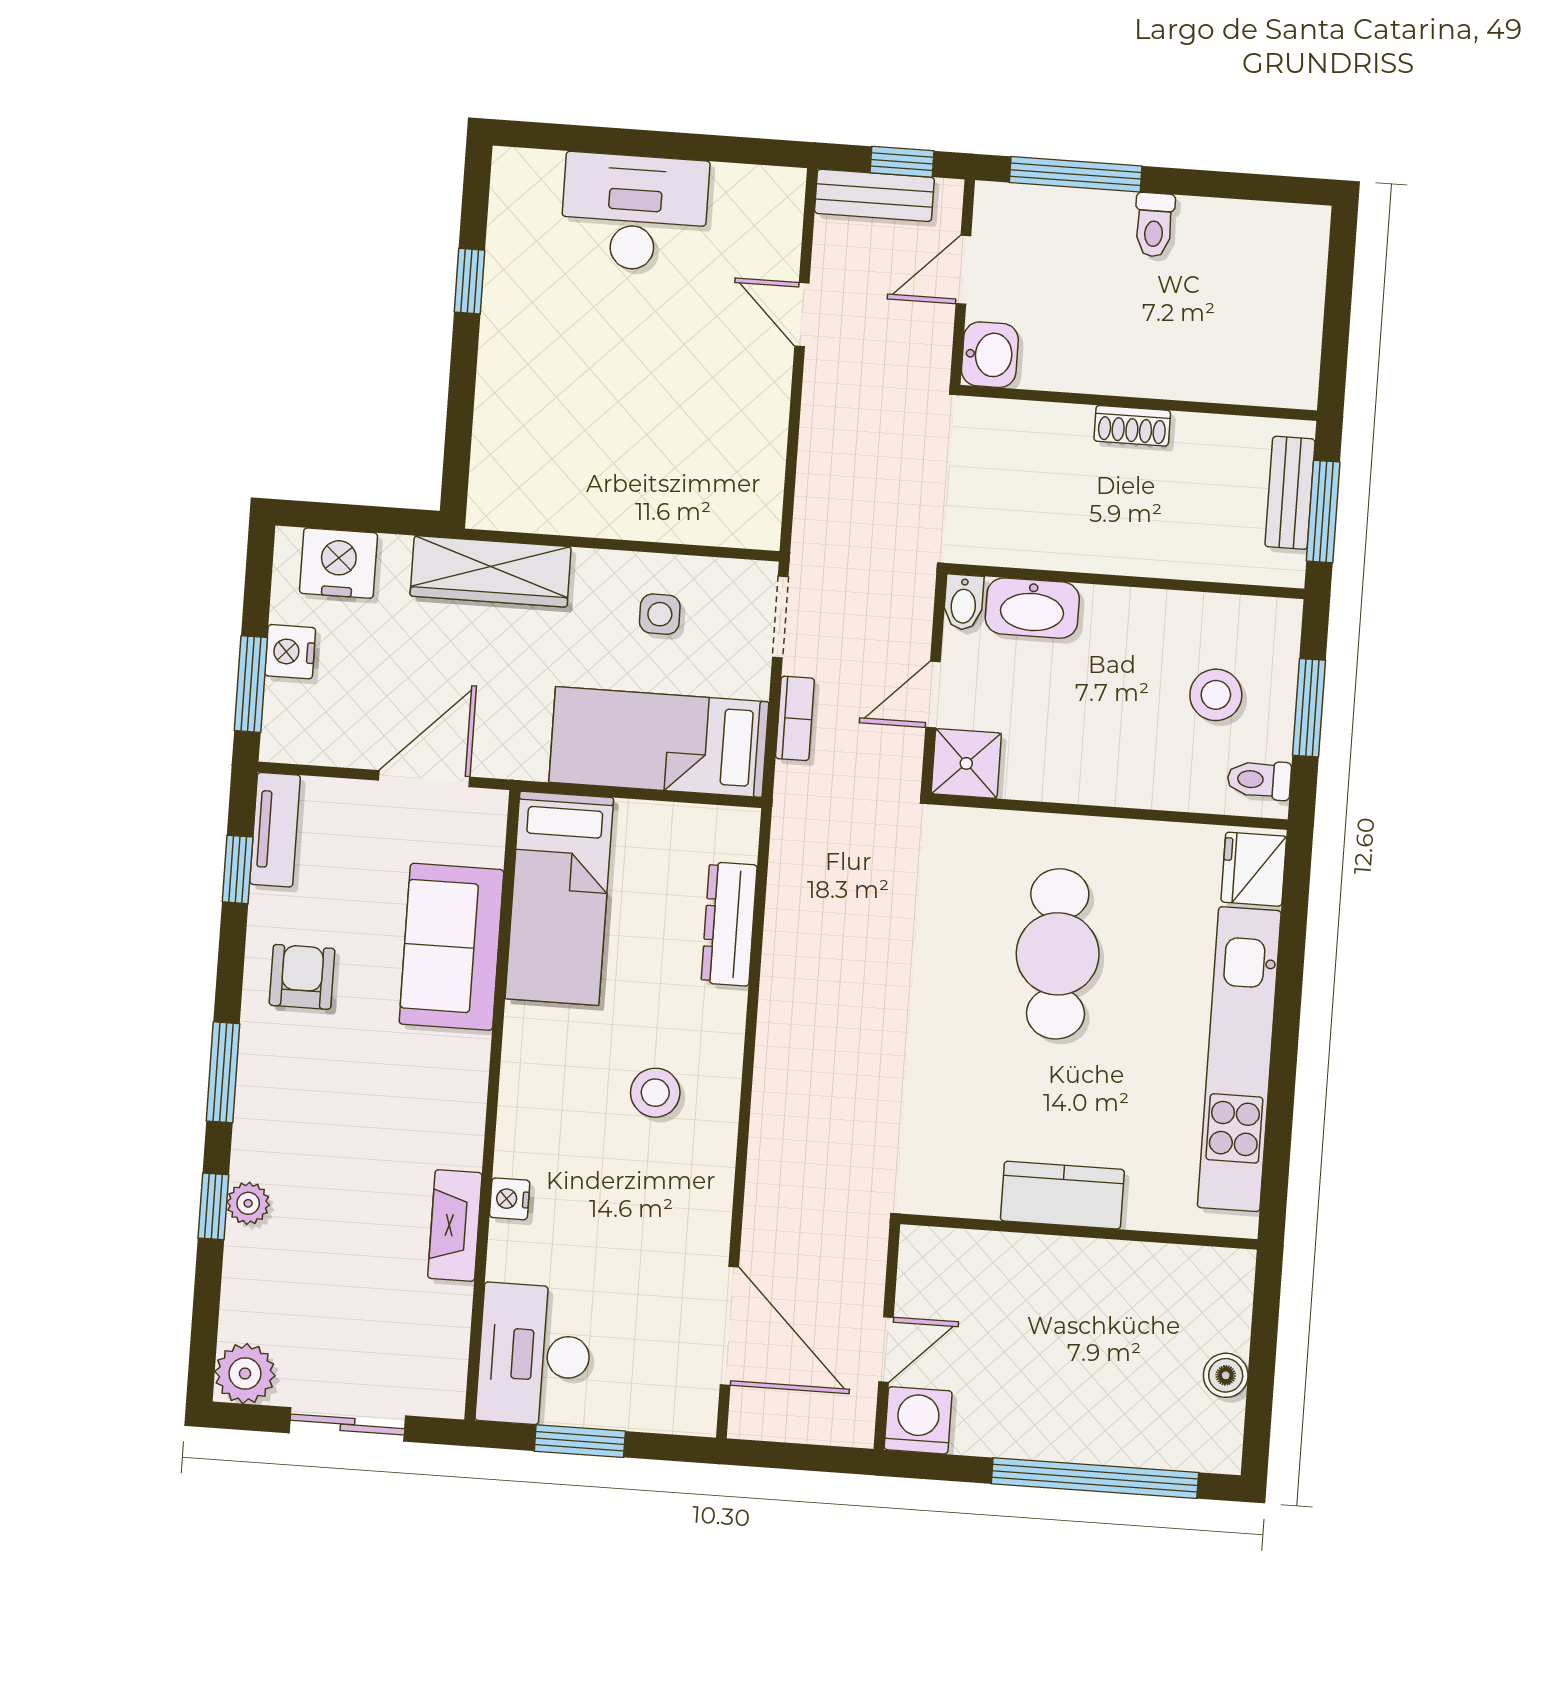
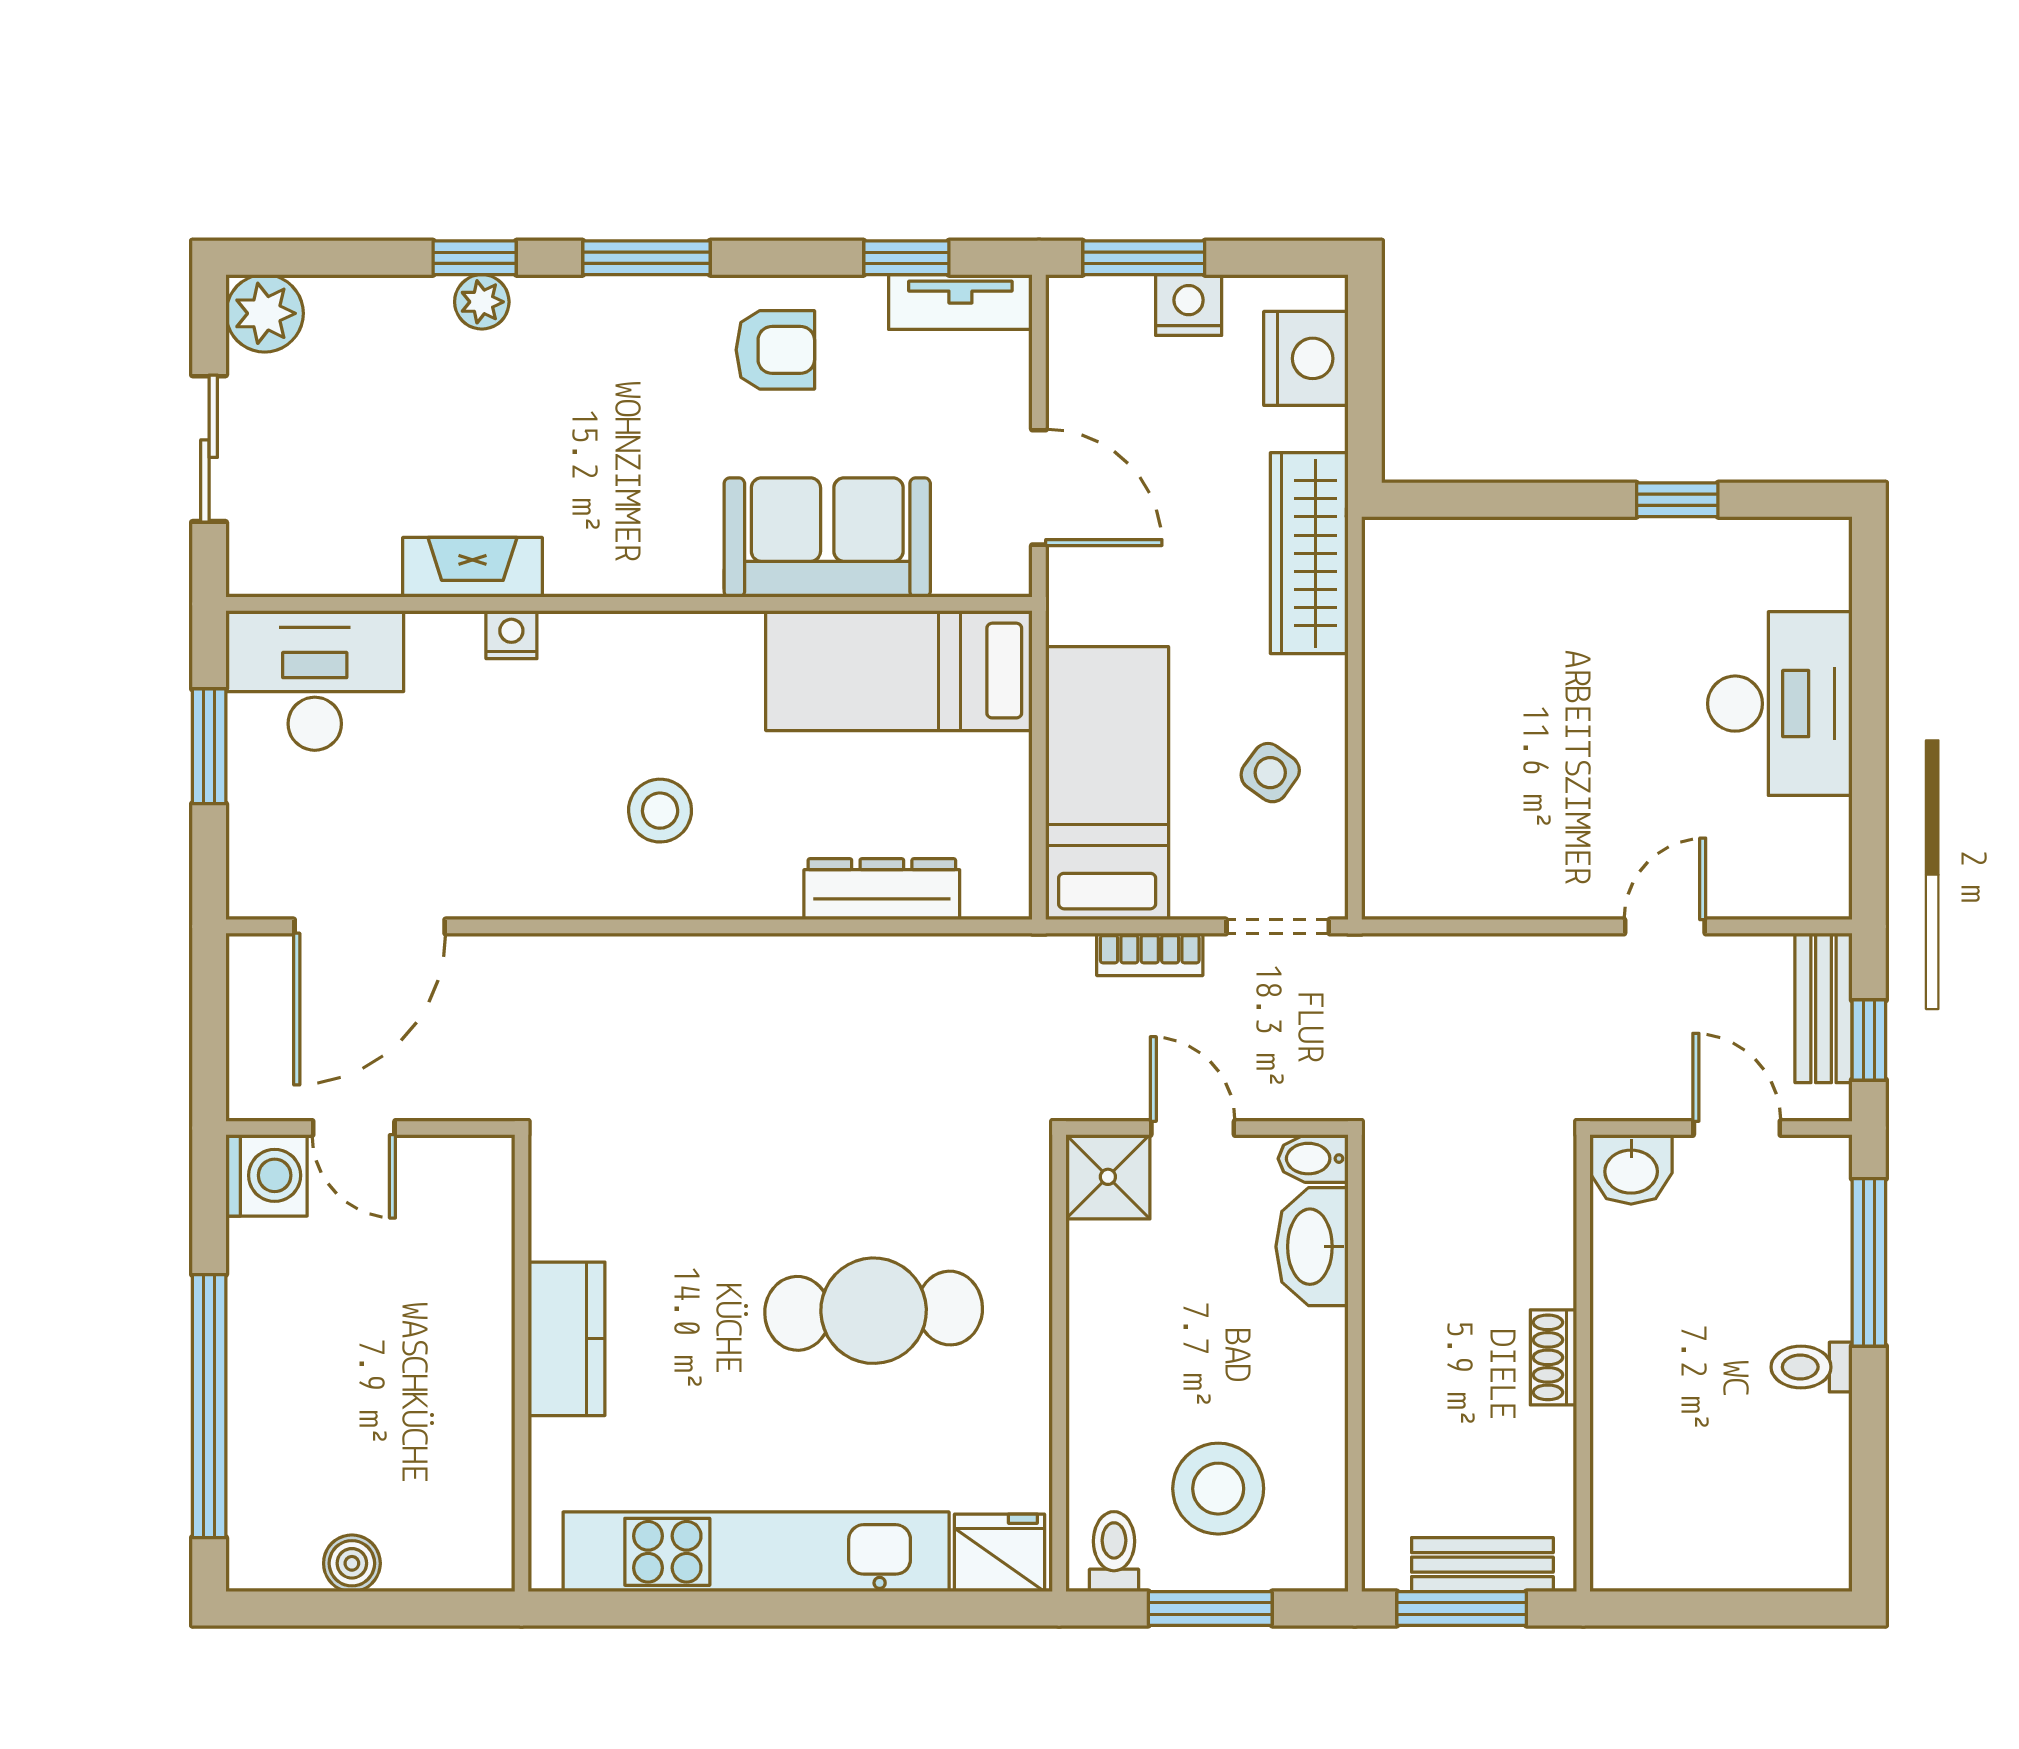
side table: (660, 614) -> (1270, 773), turned 36
stool: (1216, 695) -> (1218, 1489), width x1.38, depth x1.38

